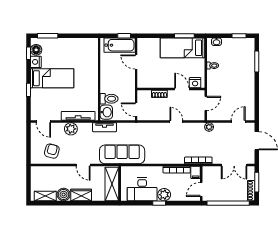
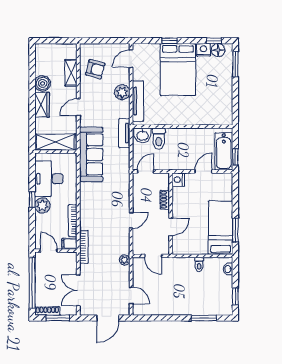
bed: (52, 78) -> (178, 70), width x1.50
nightstand: (195, 83) -> (178, 180), moved
shelving: (45, 196) -> (71, 73), moved

